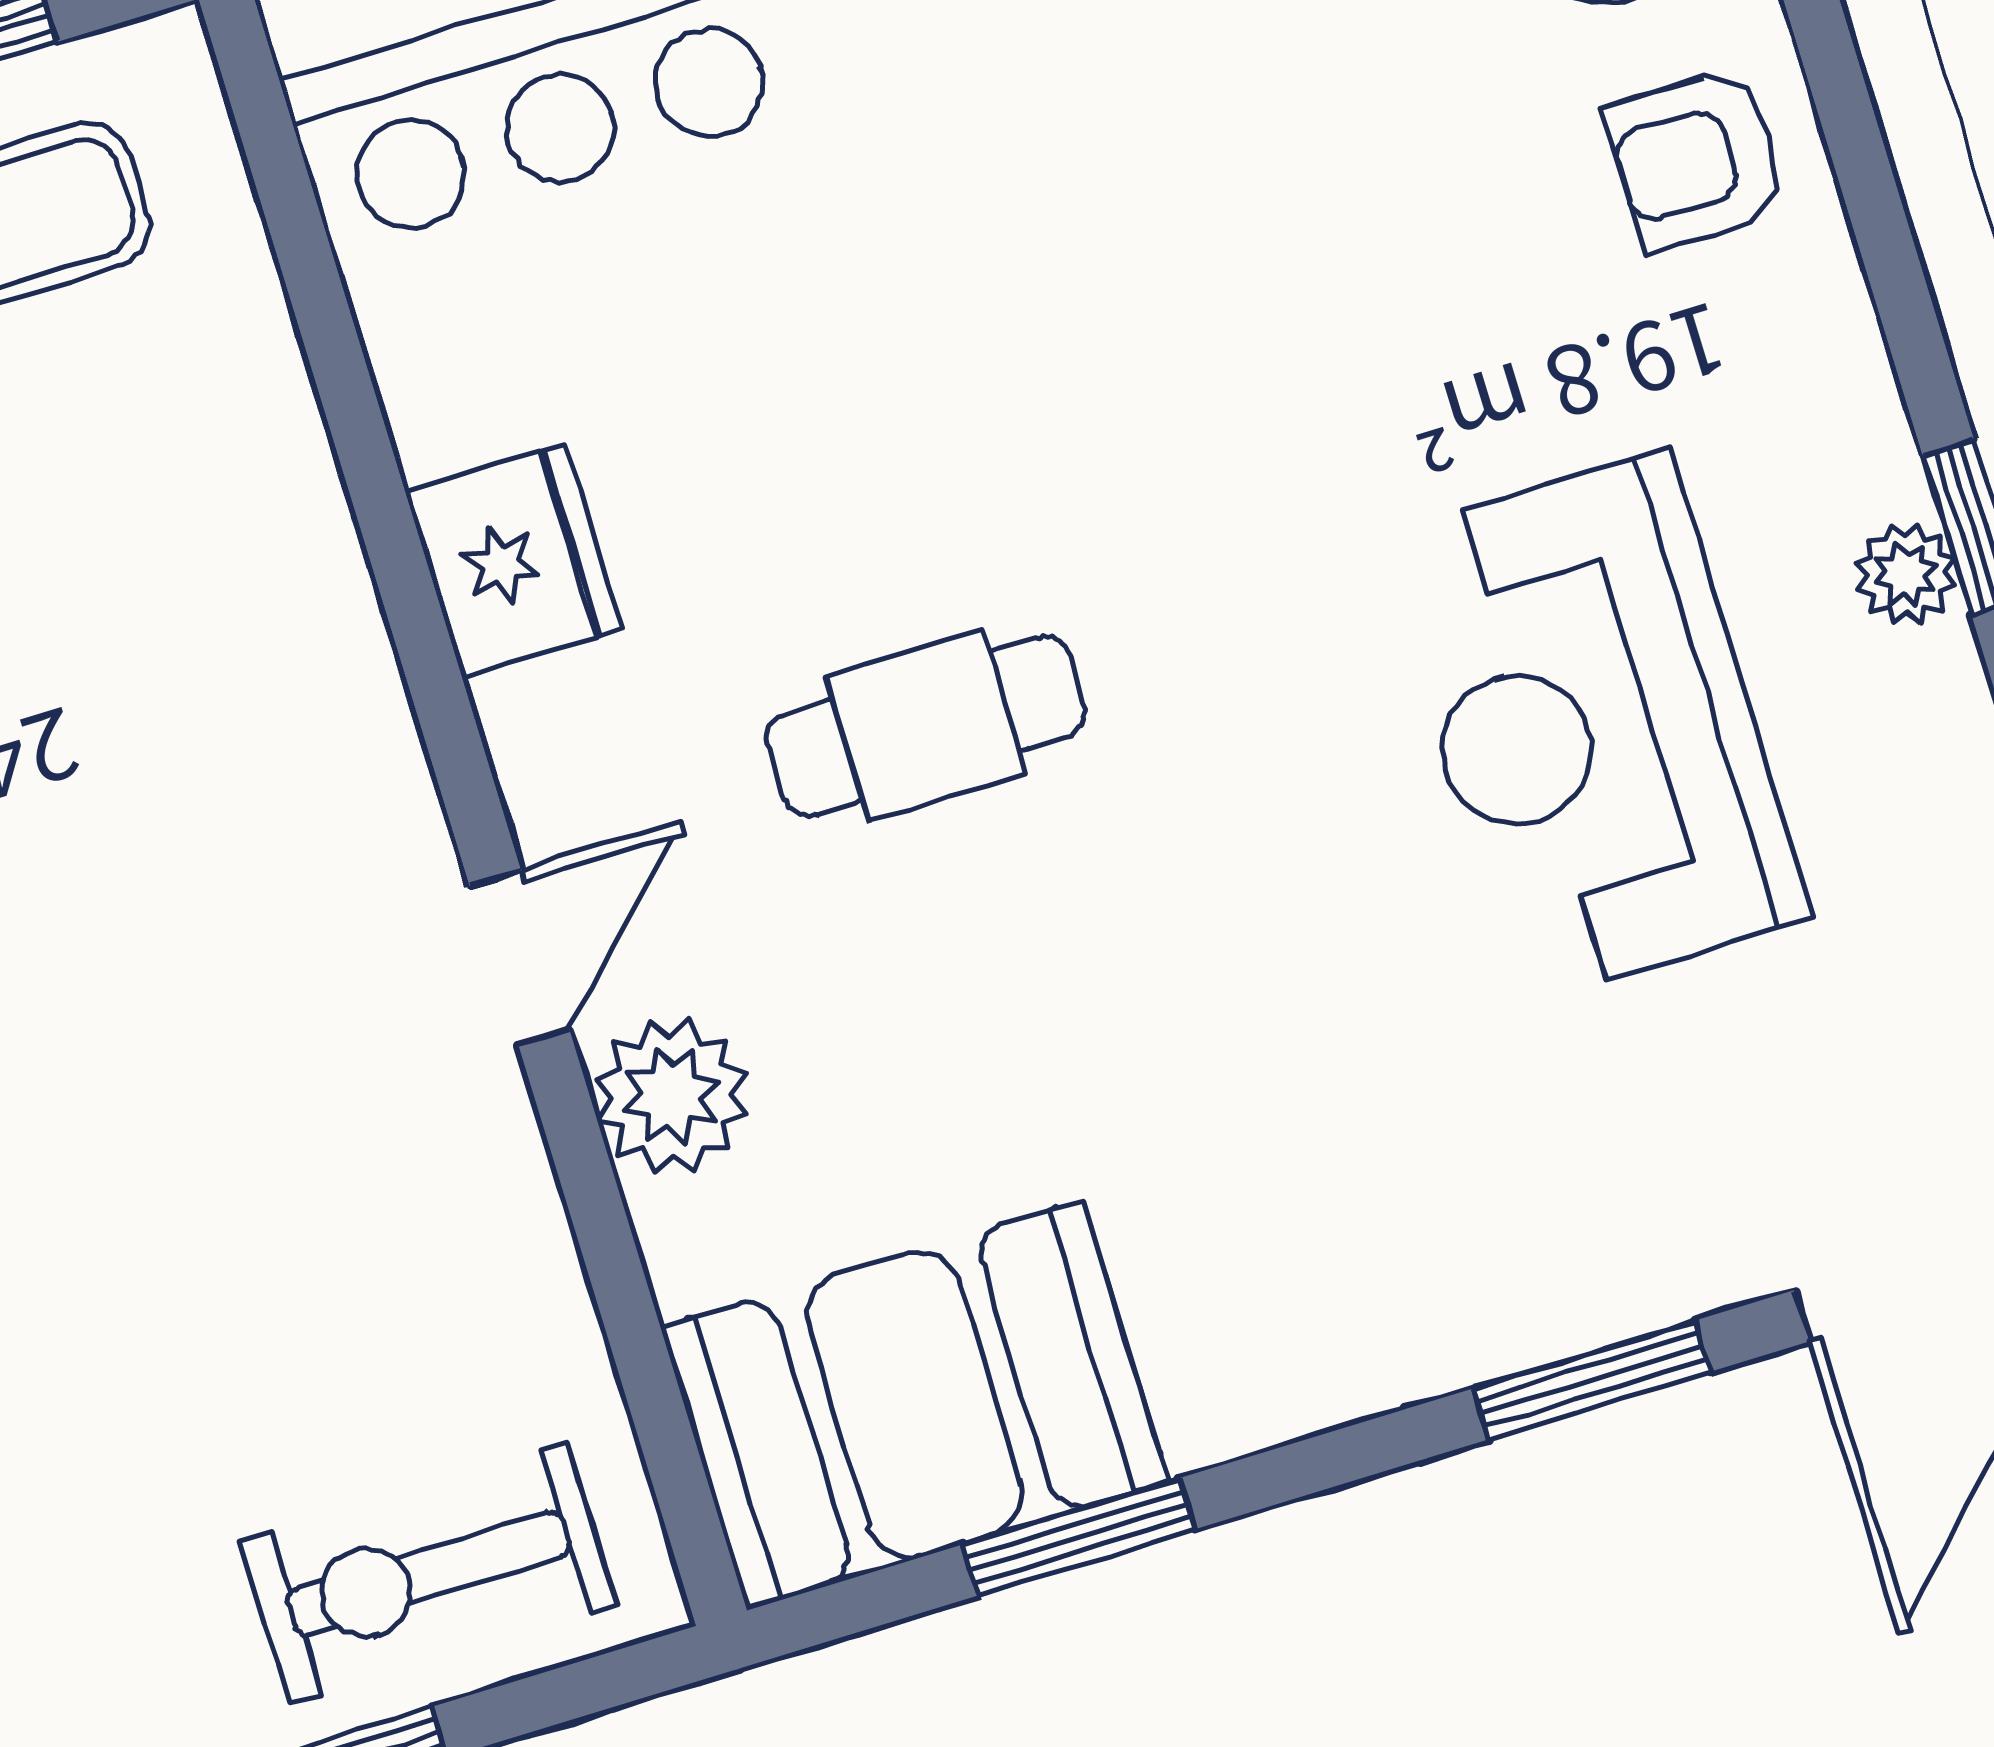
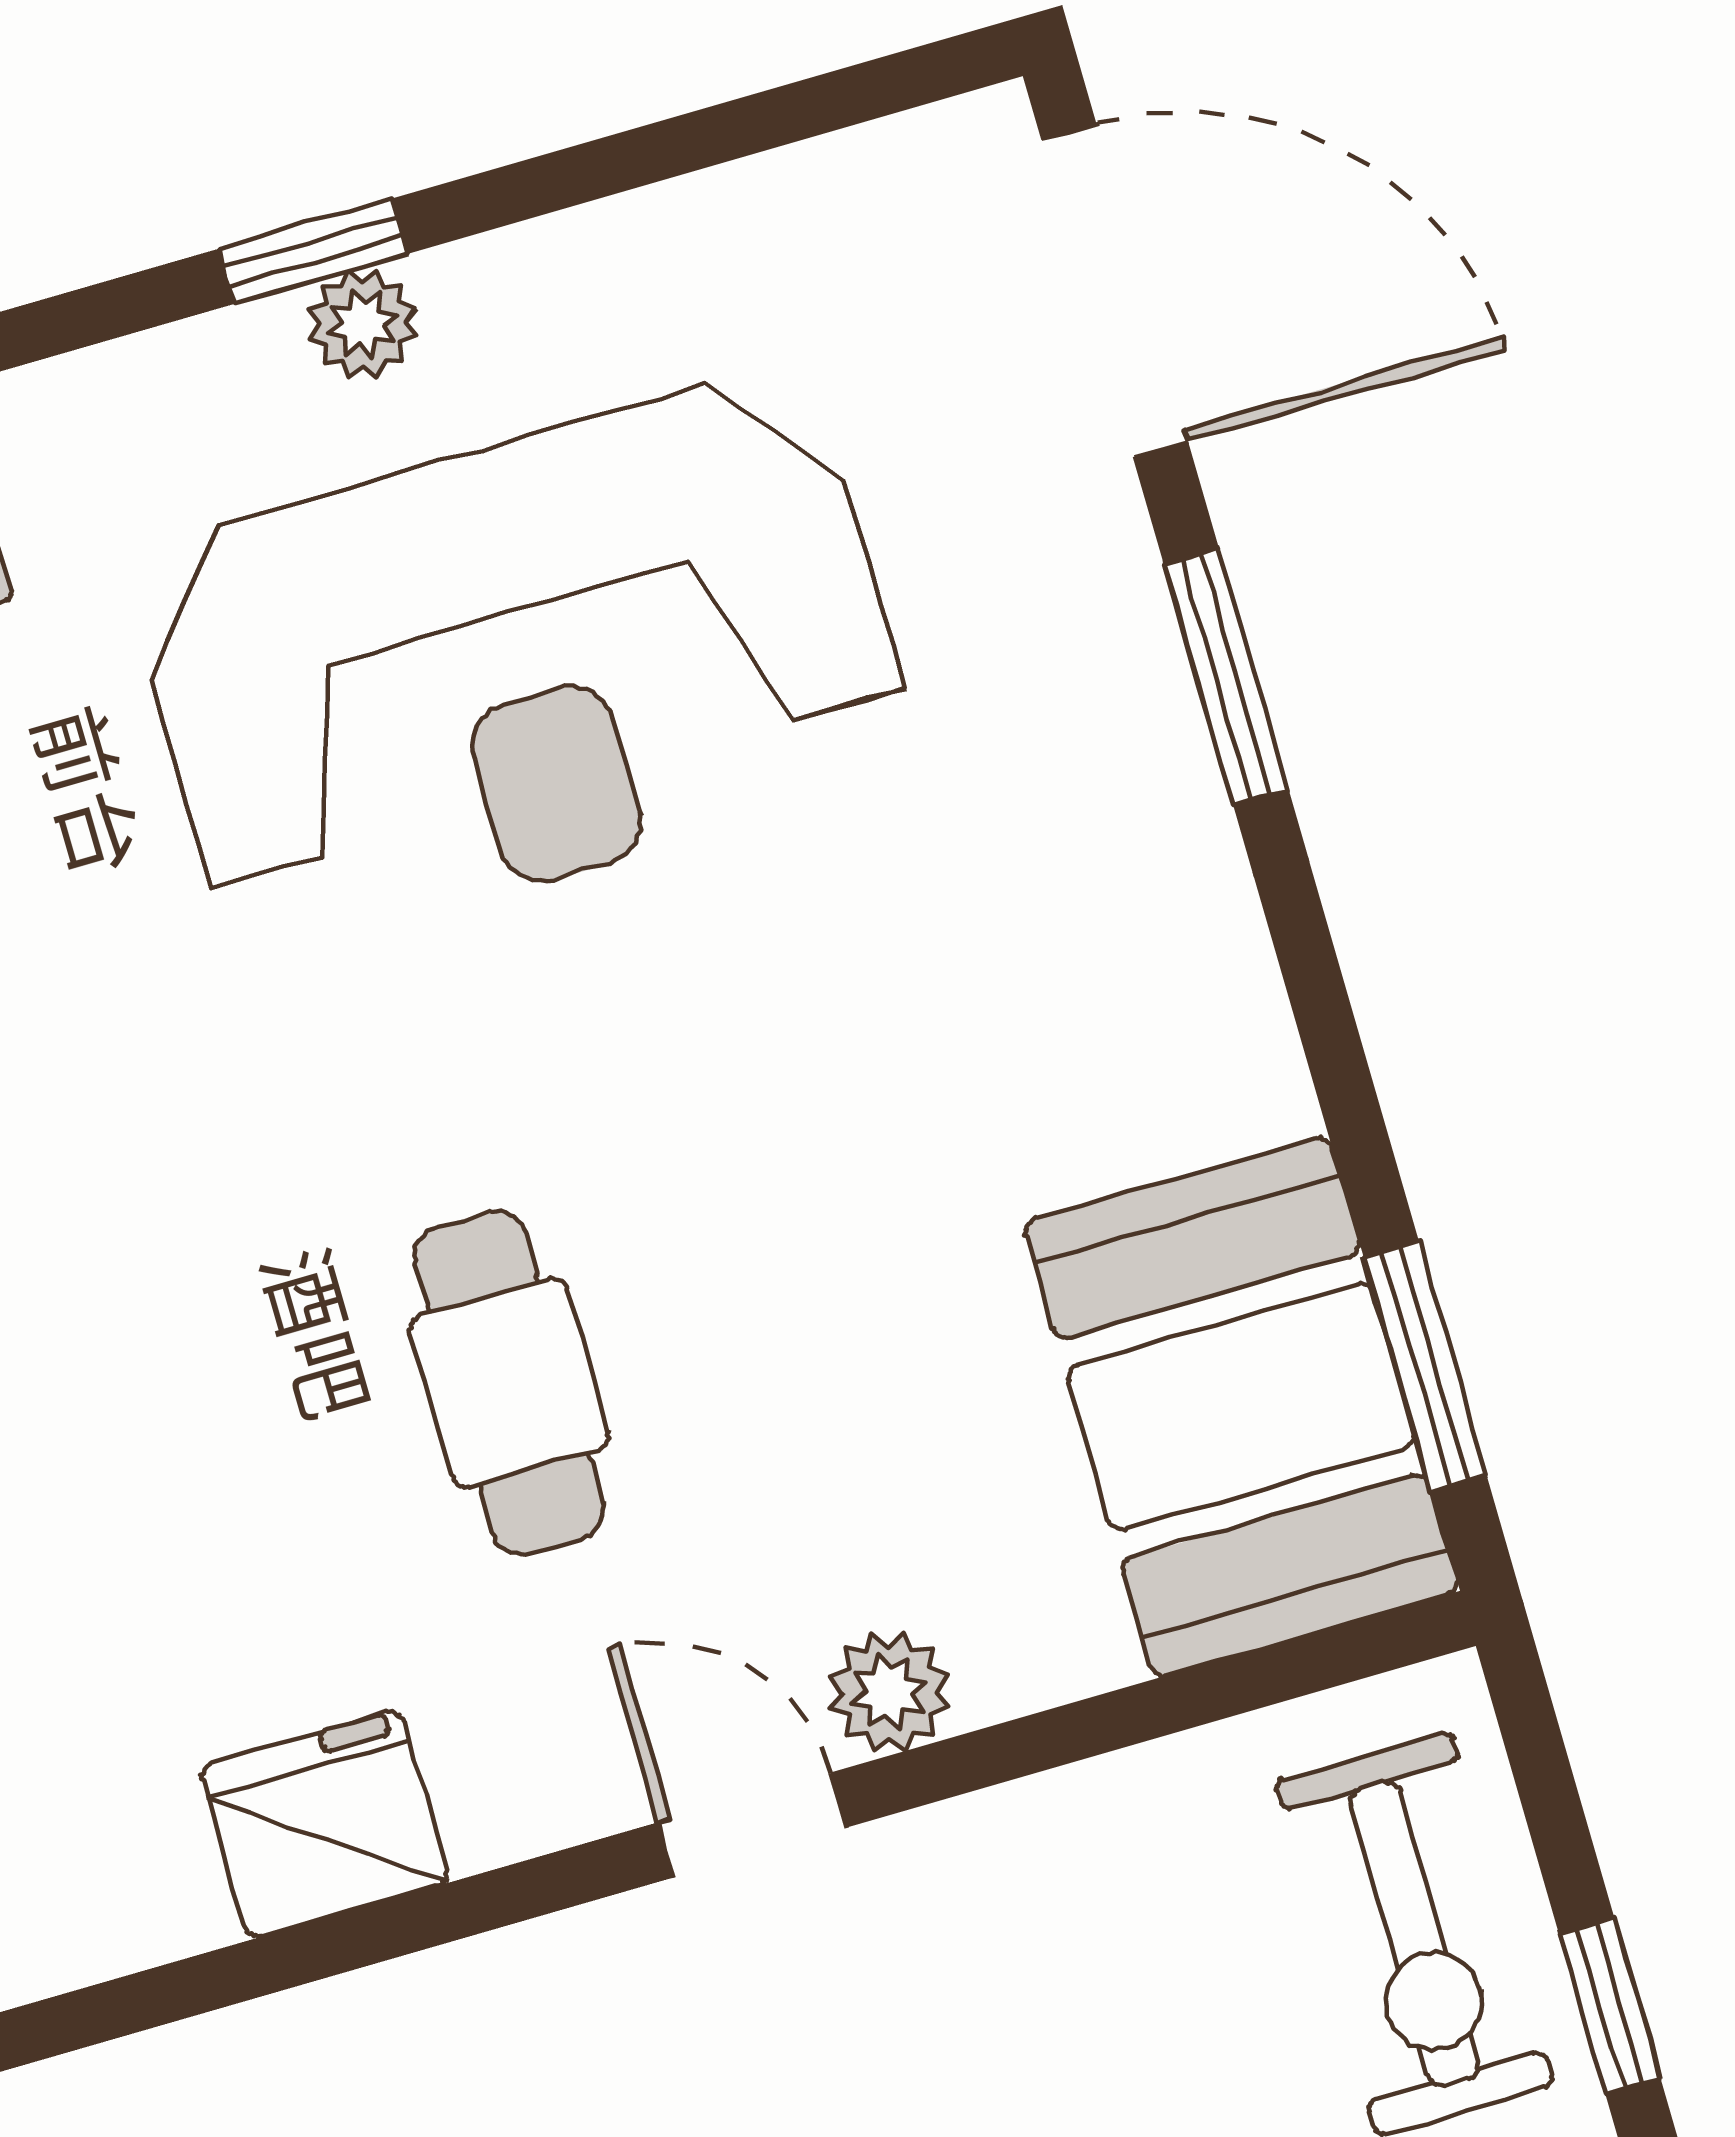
reception desk: (1594, 727) -> (522, 663), width x1.36, depth x1.30
plant: (671, 1096) -> (889, 1692), width x0.73, depth x0.73
window: (1079, 1537) -> (1425, 1366), moved

